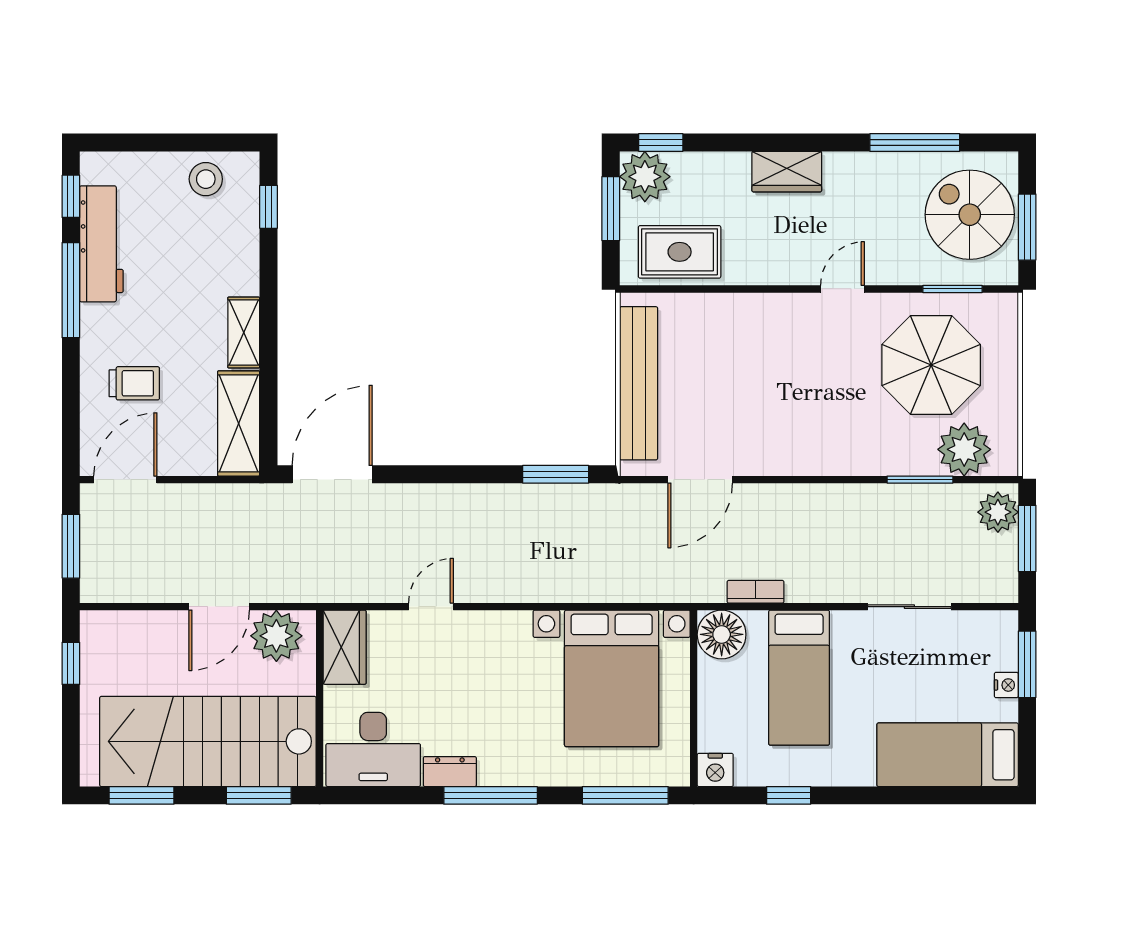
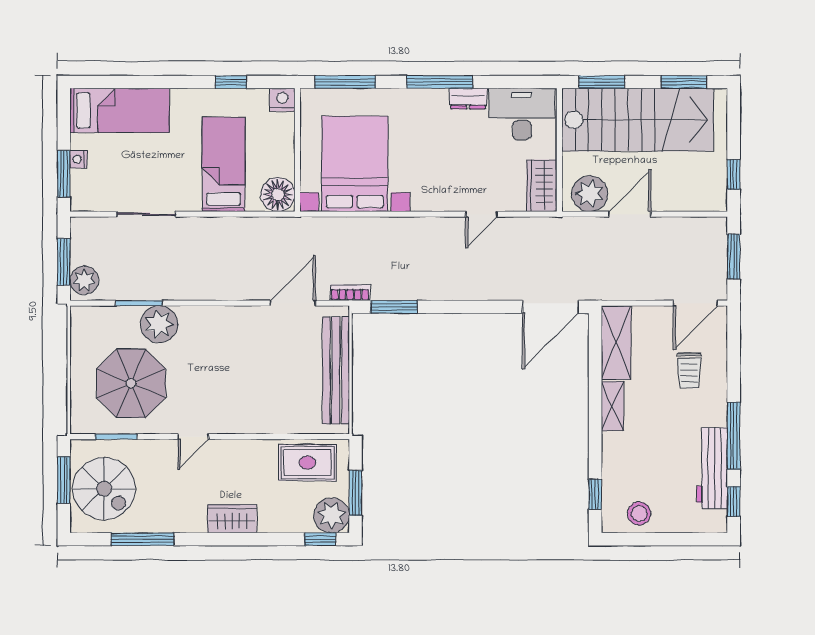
trolley: (134, 383) -> (689, 371), turned -90
plant: (964, 449) -> (159, 324), moved
bookcase: (755, 592) -> (350, 293), moved, turned 180

